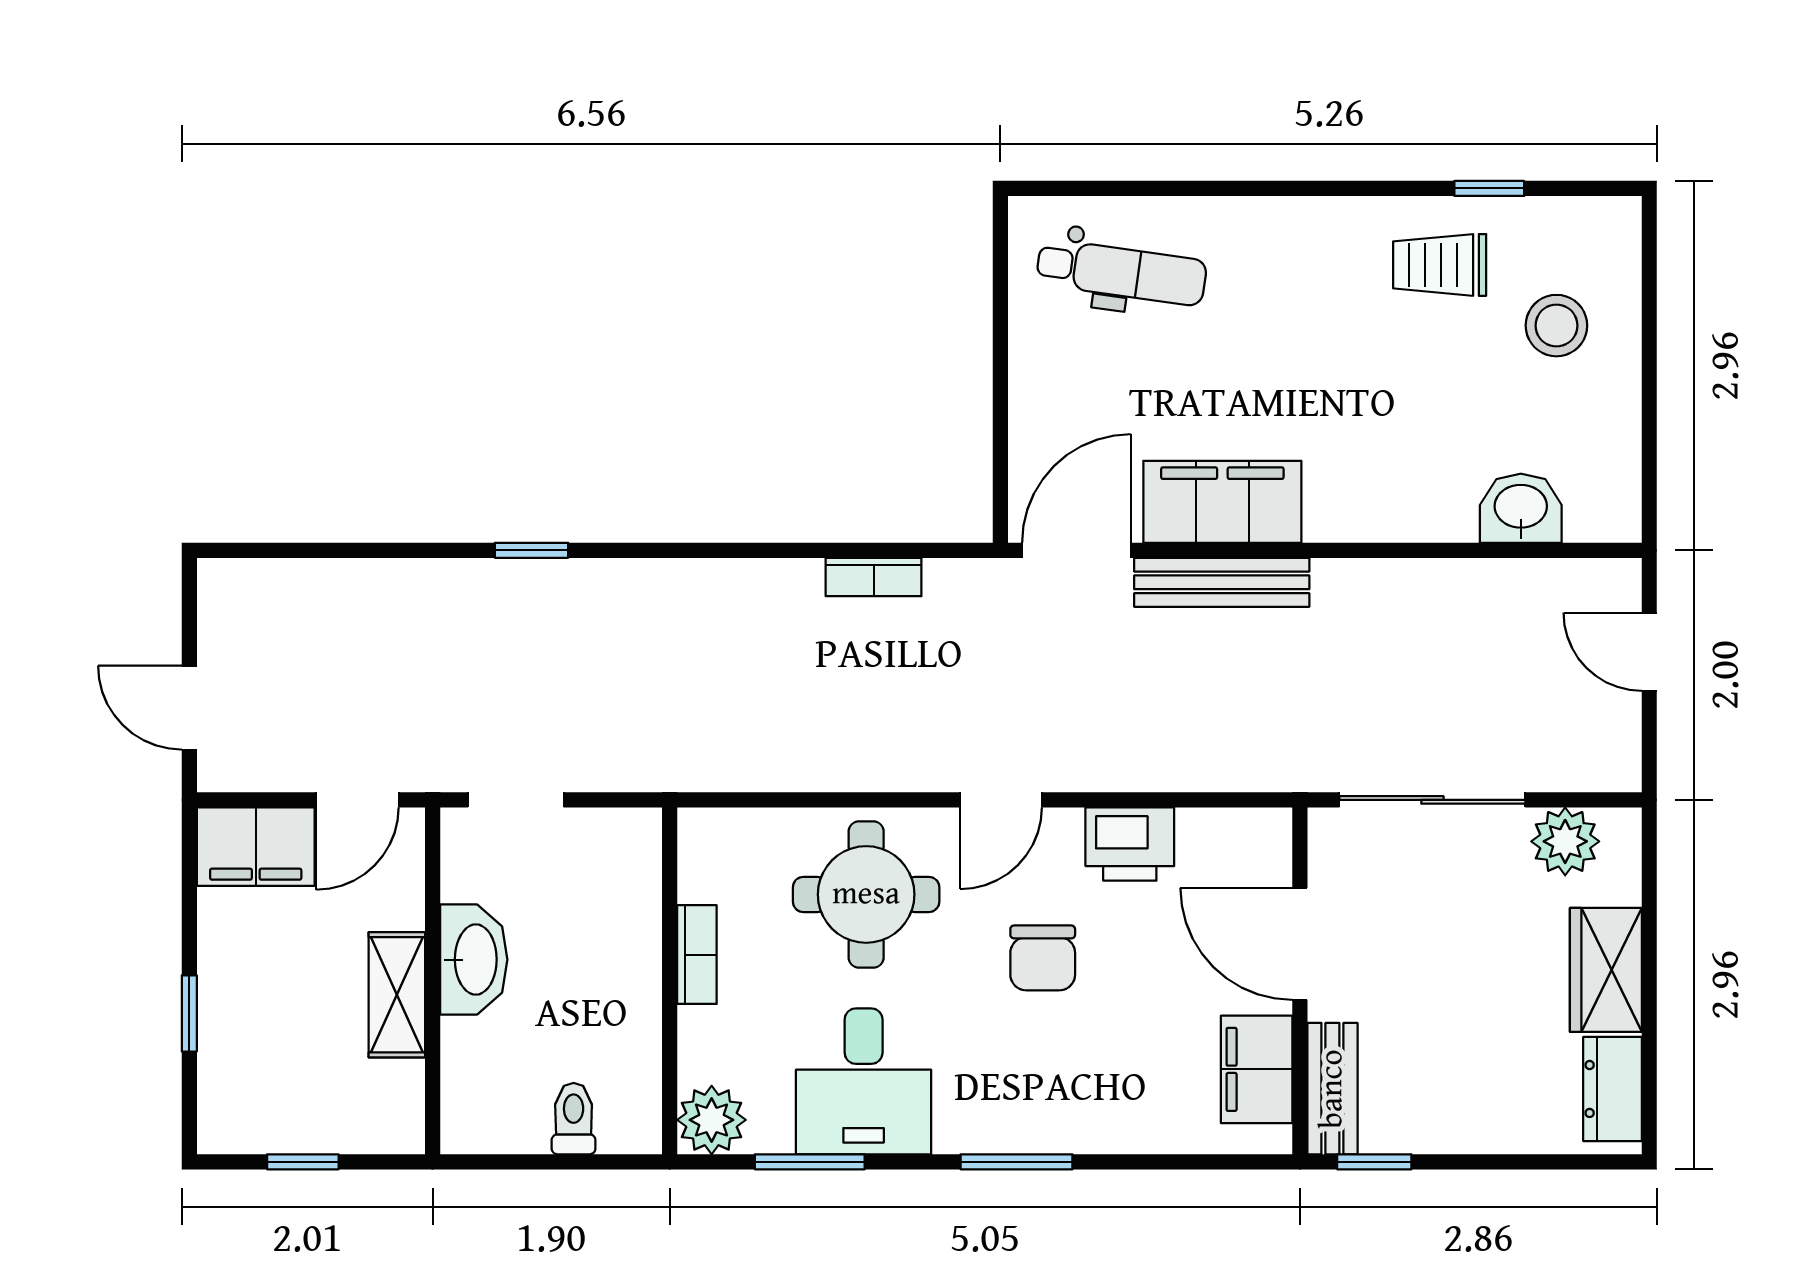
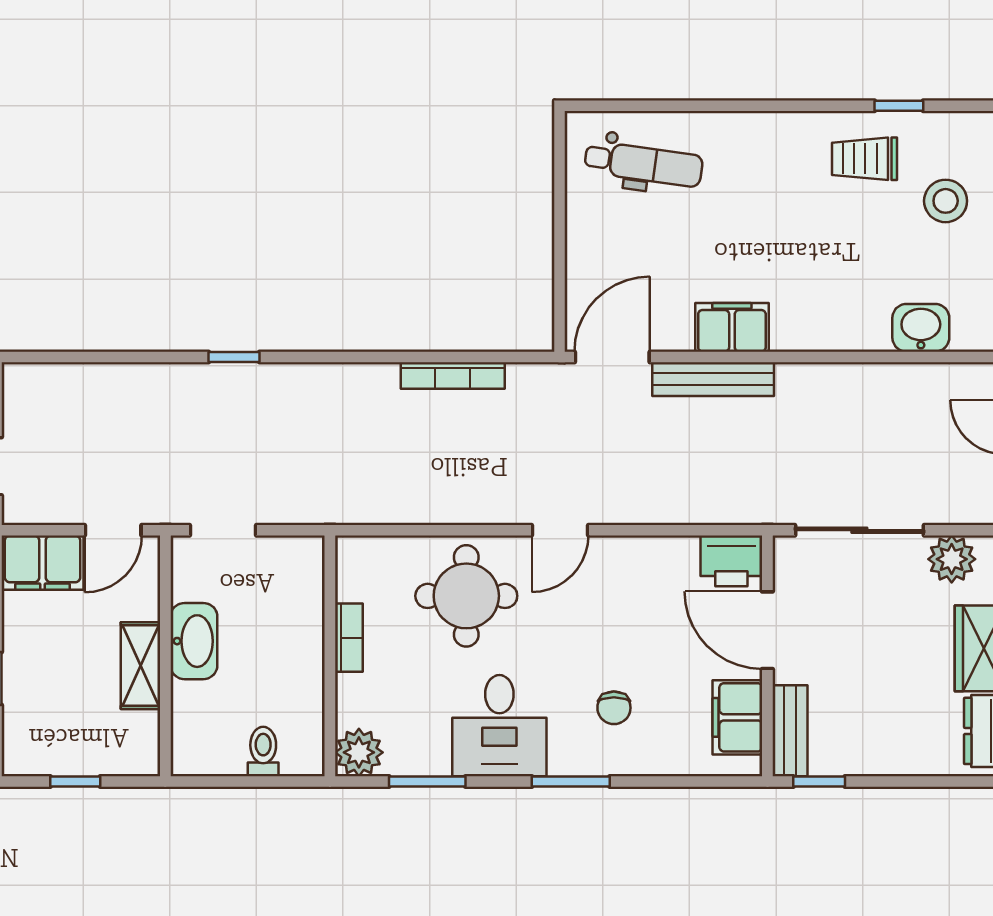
filing cabinet: (1222, 502) -> (732, 327), width x0.67, depth x0.86
bookcase: (874, 577) -> (453, 375), width x1.56
printer: (1130, 844) -> (731, 561), moved
chair: (1043, 958) -> (614, 708), moved, width x0.73, depth x0.73
desk: (864, 1081) -> (499, 726), moved

